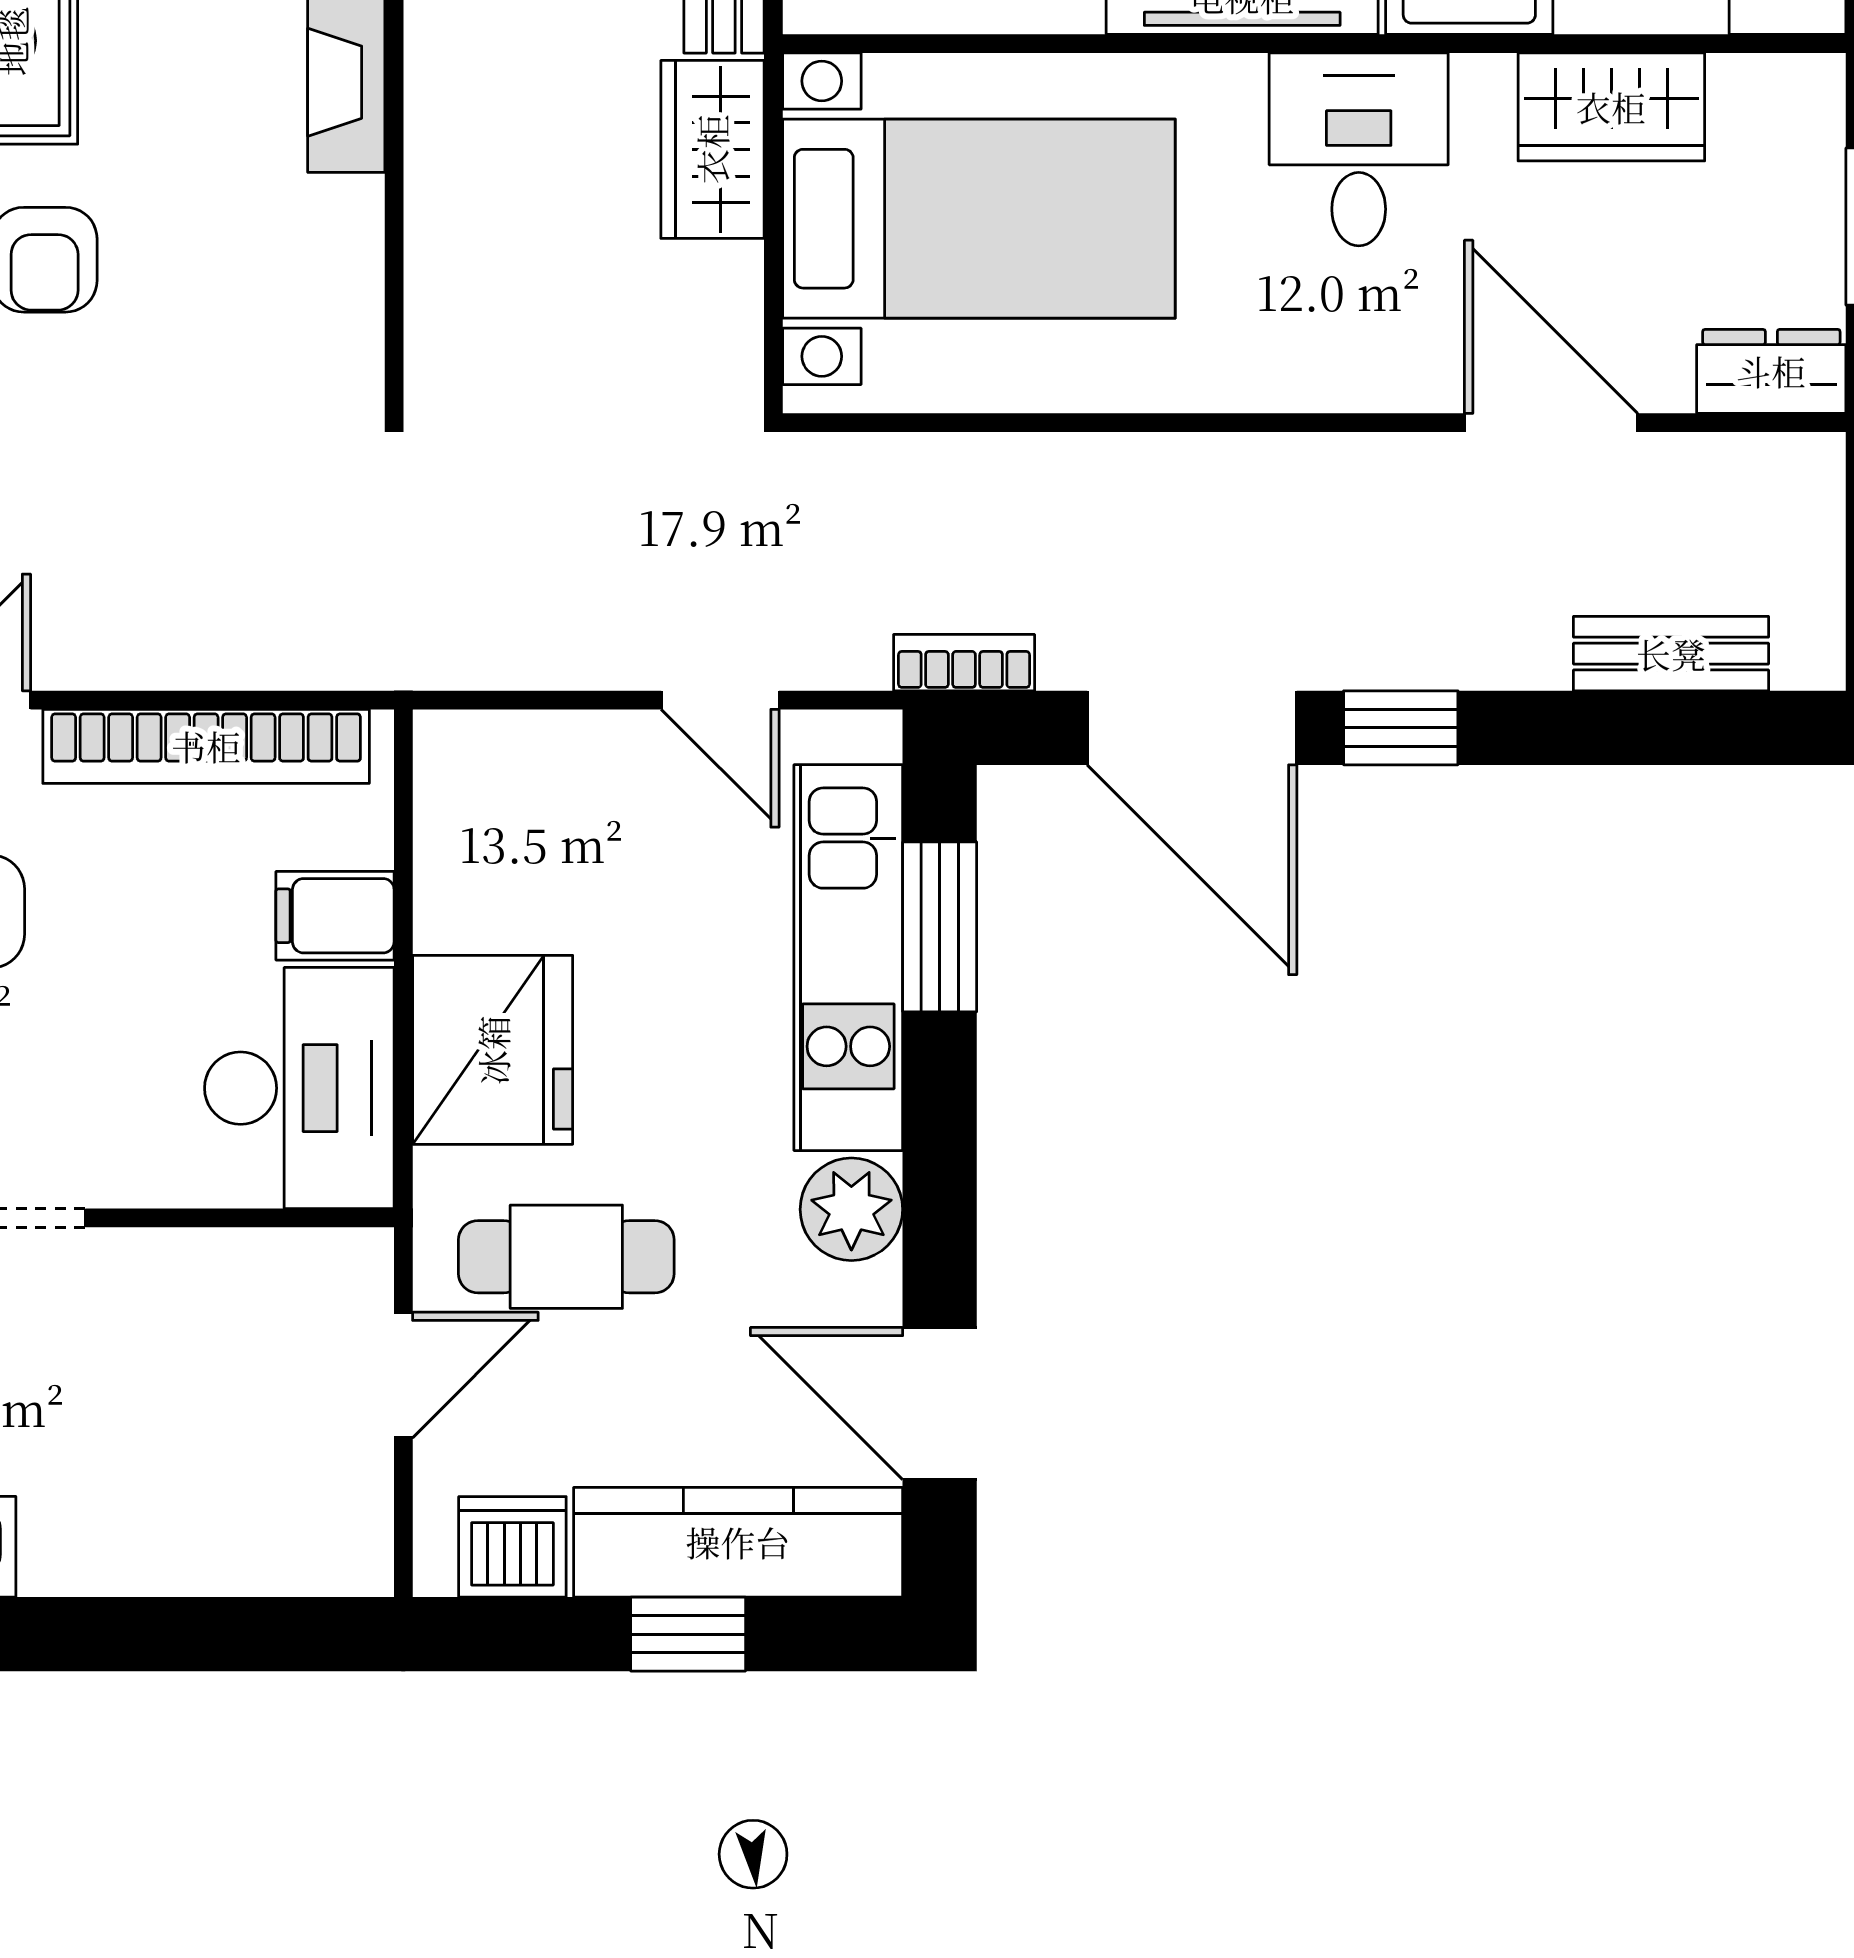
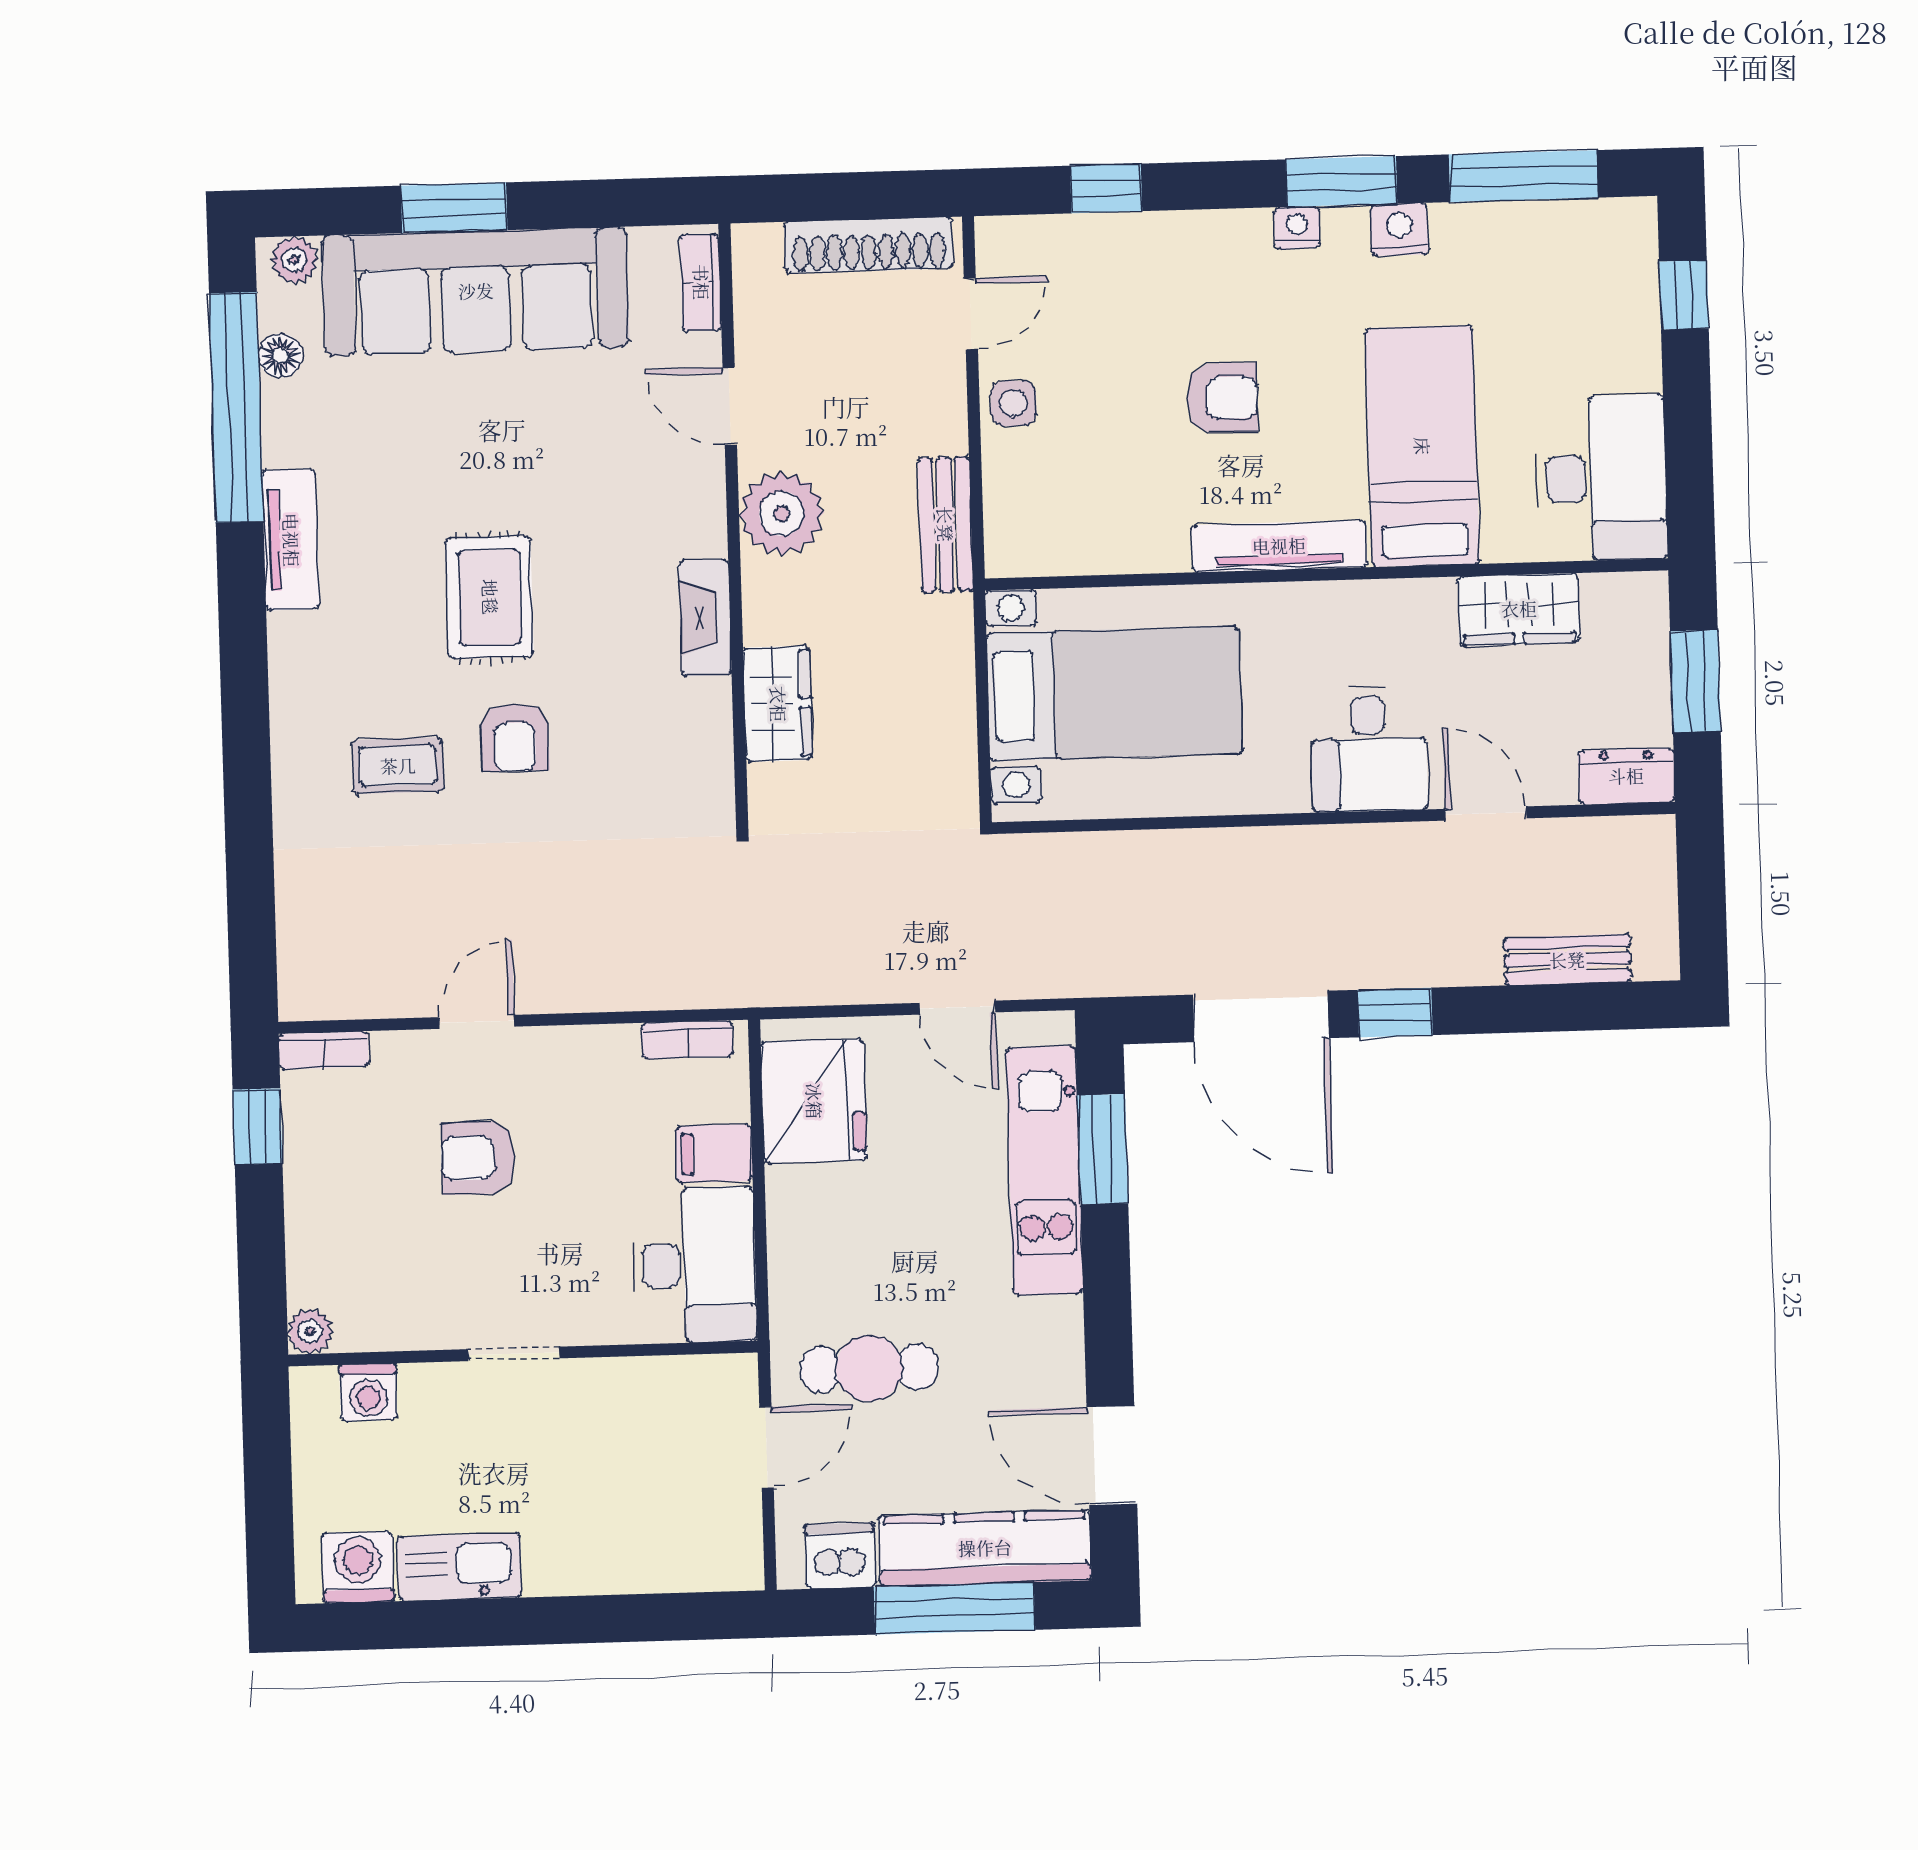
wardrobe: (712, 149) -> (778, 704), moved, turned 180
desk: (1359, 149) -> (1369, 749), moved, turned 180
door: (1551, 423) -> (1486, 814), width x0.73
bookcase: (964, 663) -> (1113, 979), removed
bookcase: (206, 746) -> (687, 1040), width x0.43, depth x0.76
fridge: (493, 1050) -> (814, 1101), moved
plant: (851, 1209) -> (1051, 1332), removed
window: (688, 1634) -> (955, 1608), width x2.17

